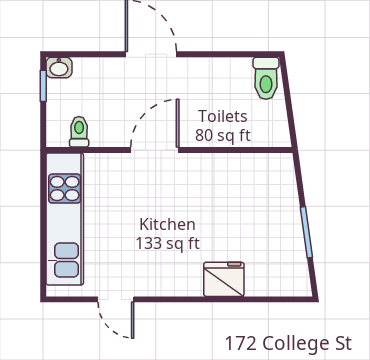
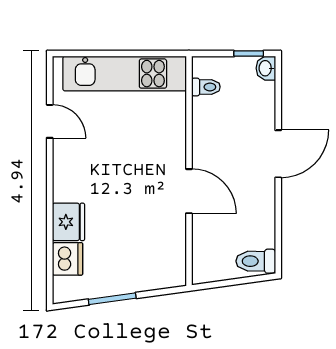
door: (155, 150) -> (189, 191), moved
dishwasher: (264, 280) -> (68, 259), added
door: (116, 299) -> (50, 121), swing flipped

